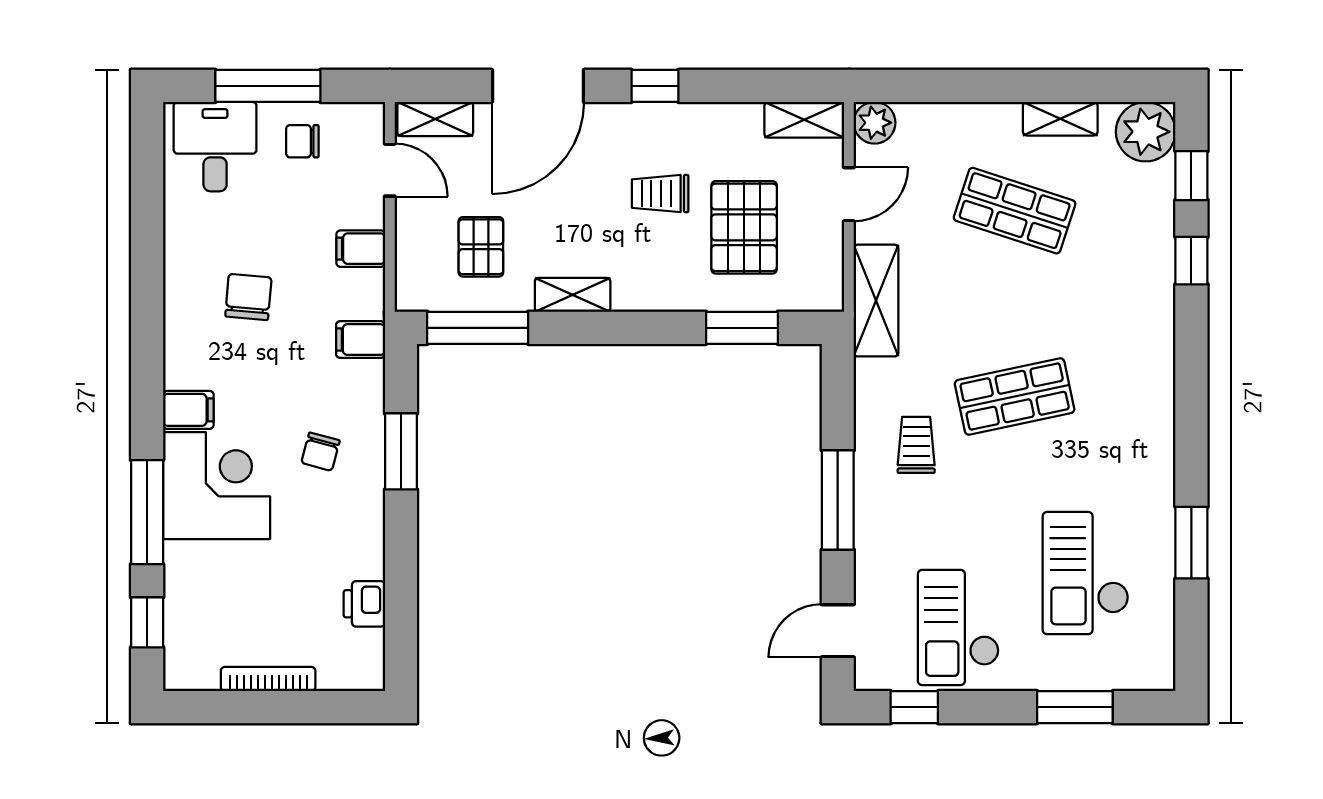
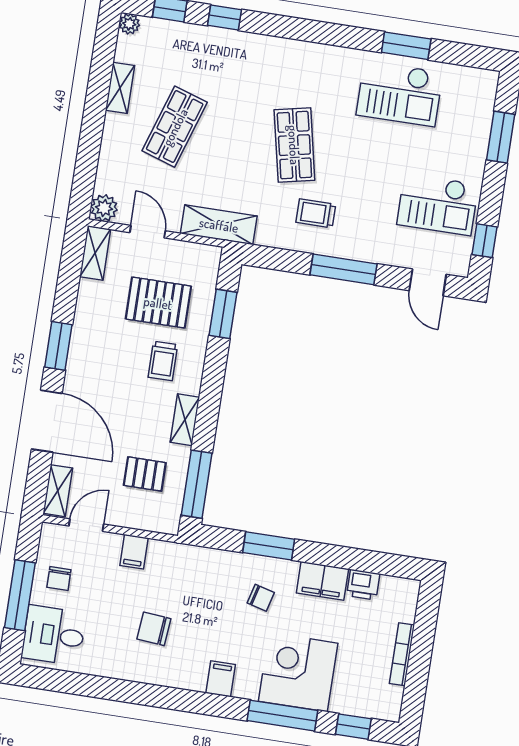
window: (655, 86) -> (58, 346), width x1.50
plant: (1146, 132) -> (129, 24), width x0.53, depth x0.53
trolley: (660, 194) -> (163, 361), moved
filing cabinet: (361, 340) -> (322, 581), moved, width x2.00
corner desk: (217, 486) -> (298, 672), moved
checkout: (1086, 573) -> (400, 93), moved

